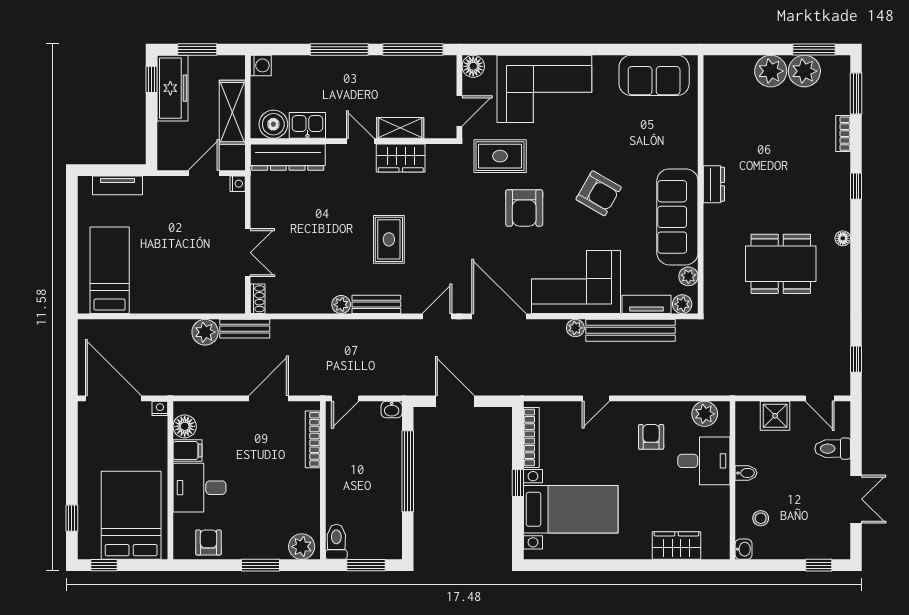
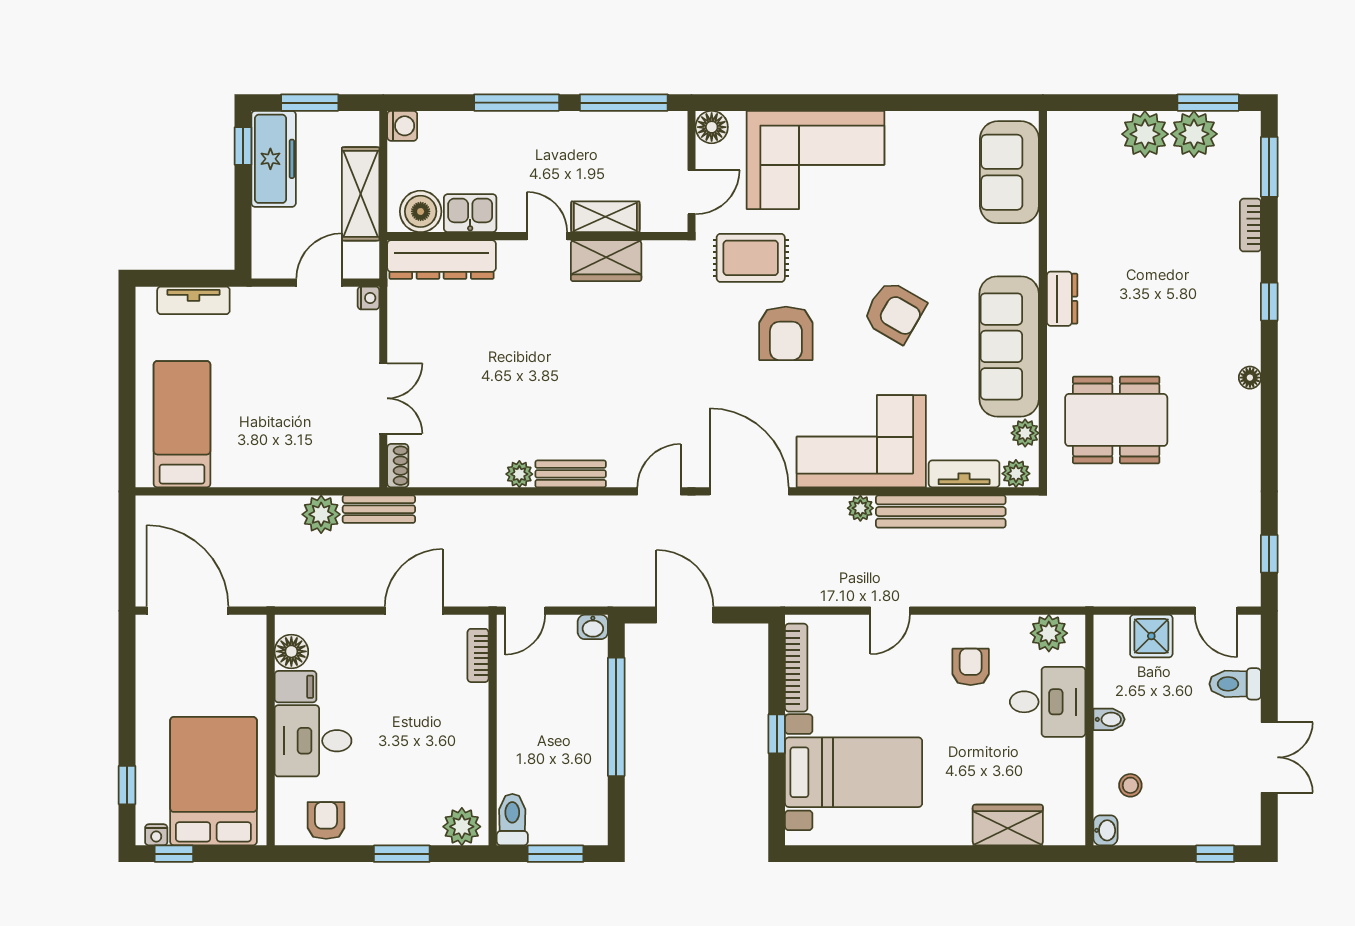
sofa: (654, 75) -> (1009, 172), moved, turned 90
rug: (389, 239) -> (589, 379), removed
dining table: (781, 264) -> (1116, 420), moved
nightstand: (160, 408) -> (156, 835), moved, turned 180
bookcase: (313, 439) -> (478, 655), width x0.64

